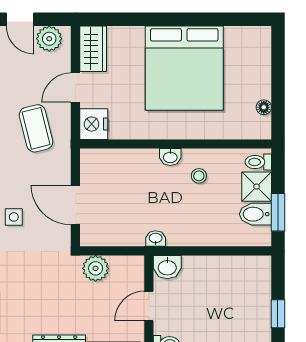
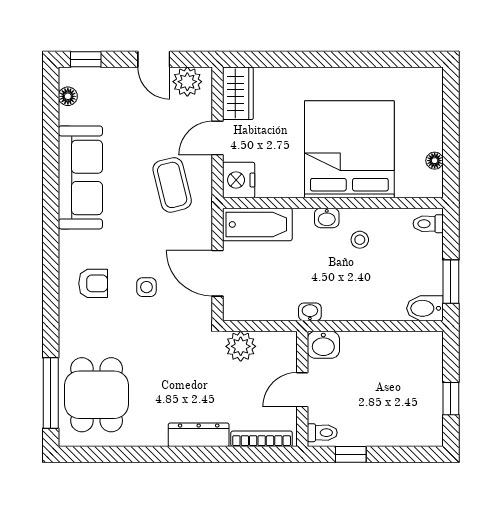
bed: (184, 68) -> (349, 149), moved, turned 180
bathtub: (110, 163) -> (257, 224), added
shower: (257, 187) -> (426, 252), removed
bidet: (255, 214) -> (425, 308), moved

